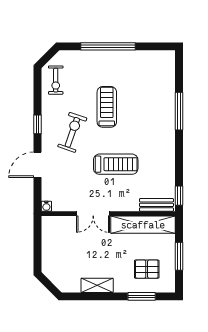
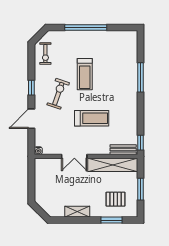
treadmill: (107, 107) -> (85, 74), turned 180

